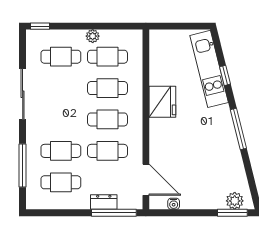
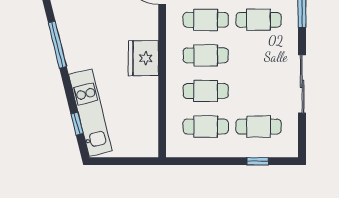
window: (40, 26) -> (258, 161), moved
plant: (93, 36) -> (223, 150), removed
window: (225, 75) -> (77, 124), moved
fridge: (162, 102) -> (143, 58), moved

